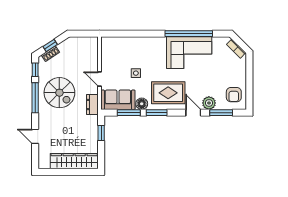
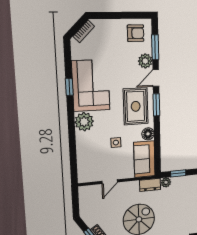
window: (189, 34) -> (69, 87), width x0.32
plant: (157, 45) -> (84, 122), added
door: (99, 79) -> (110, 182), moved
window: (129, 113) -> (157, 147), removed
window: (157, 113) -> (156, 105), moved
plant: (93, 120) -> (166, 182), added

